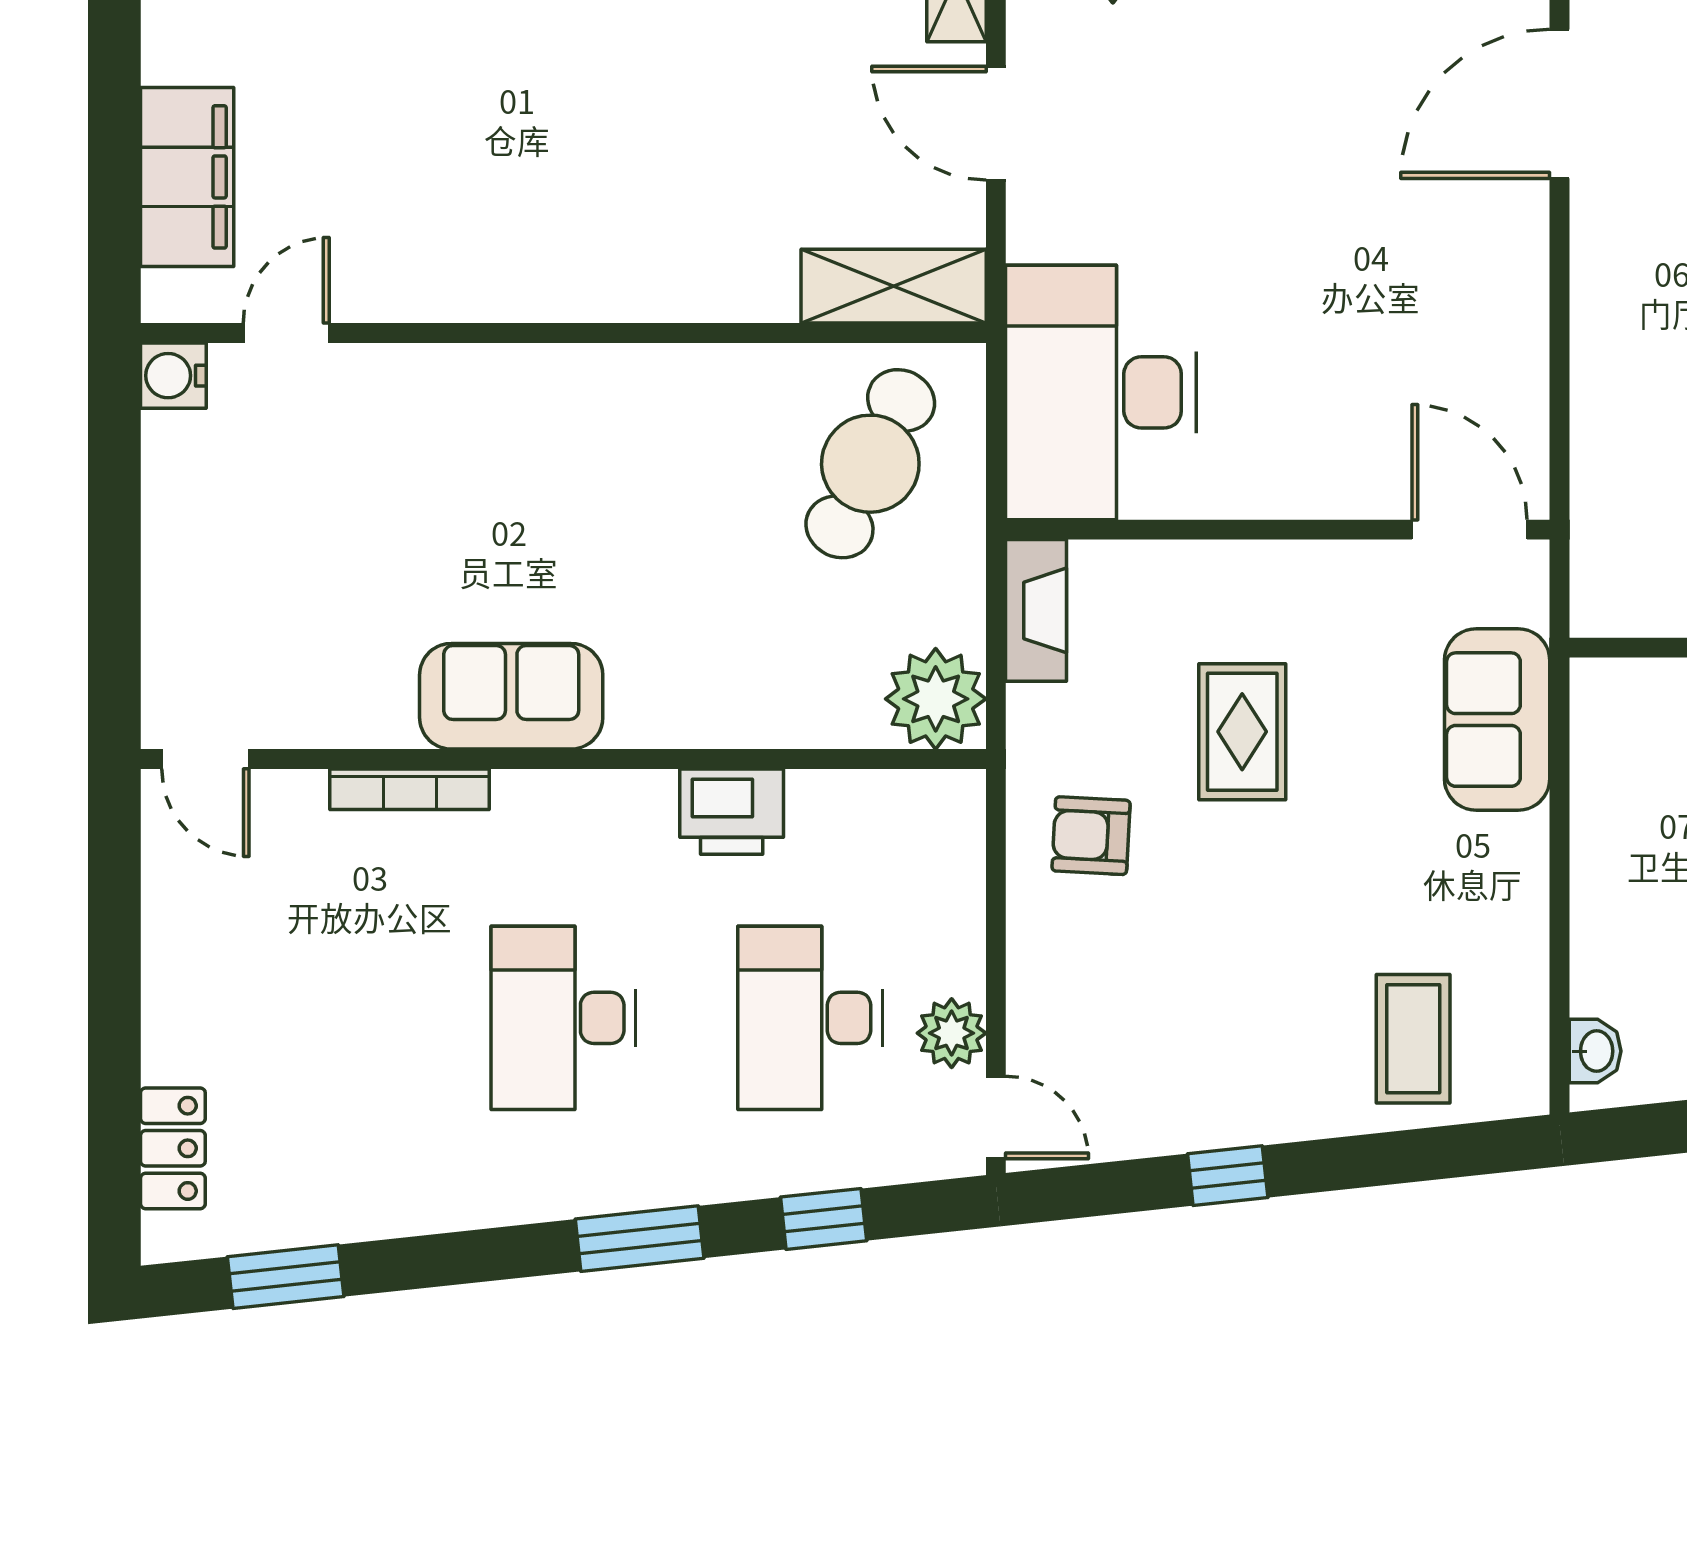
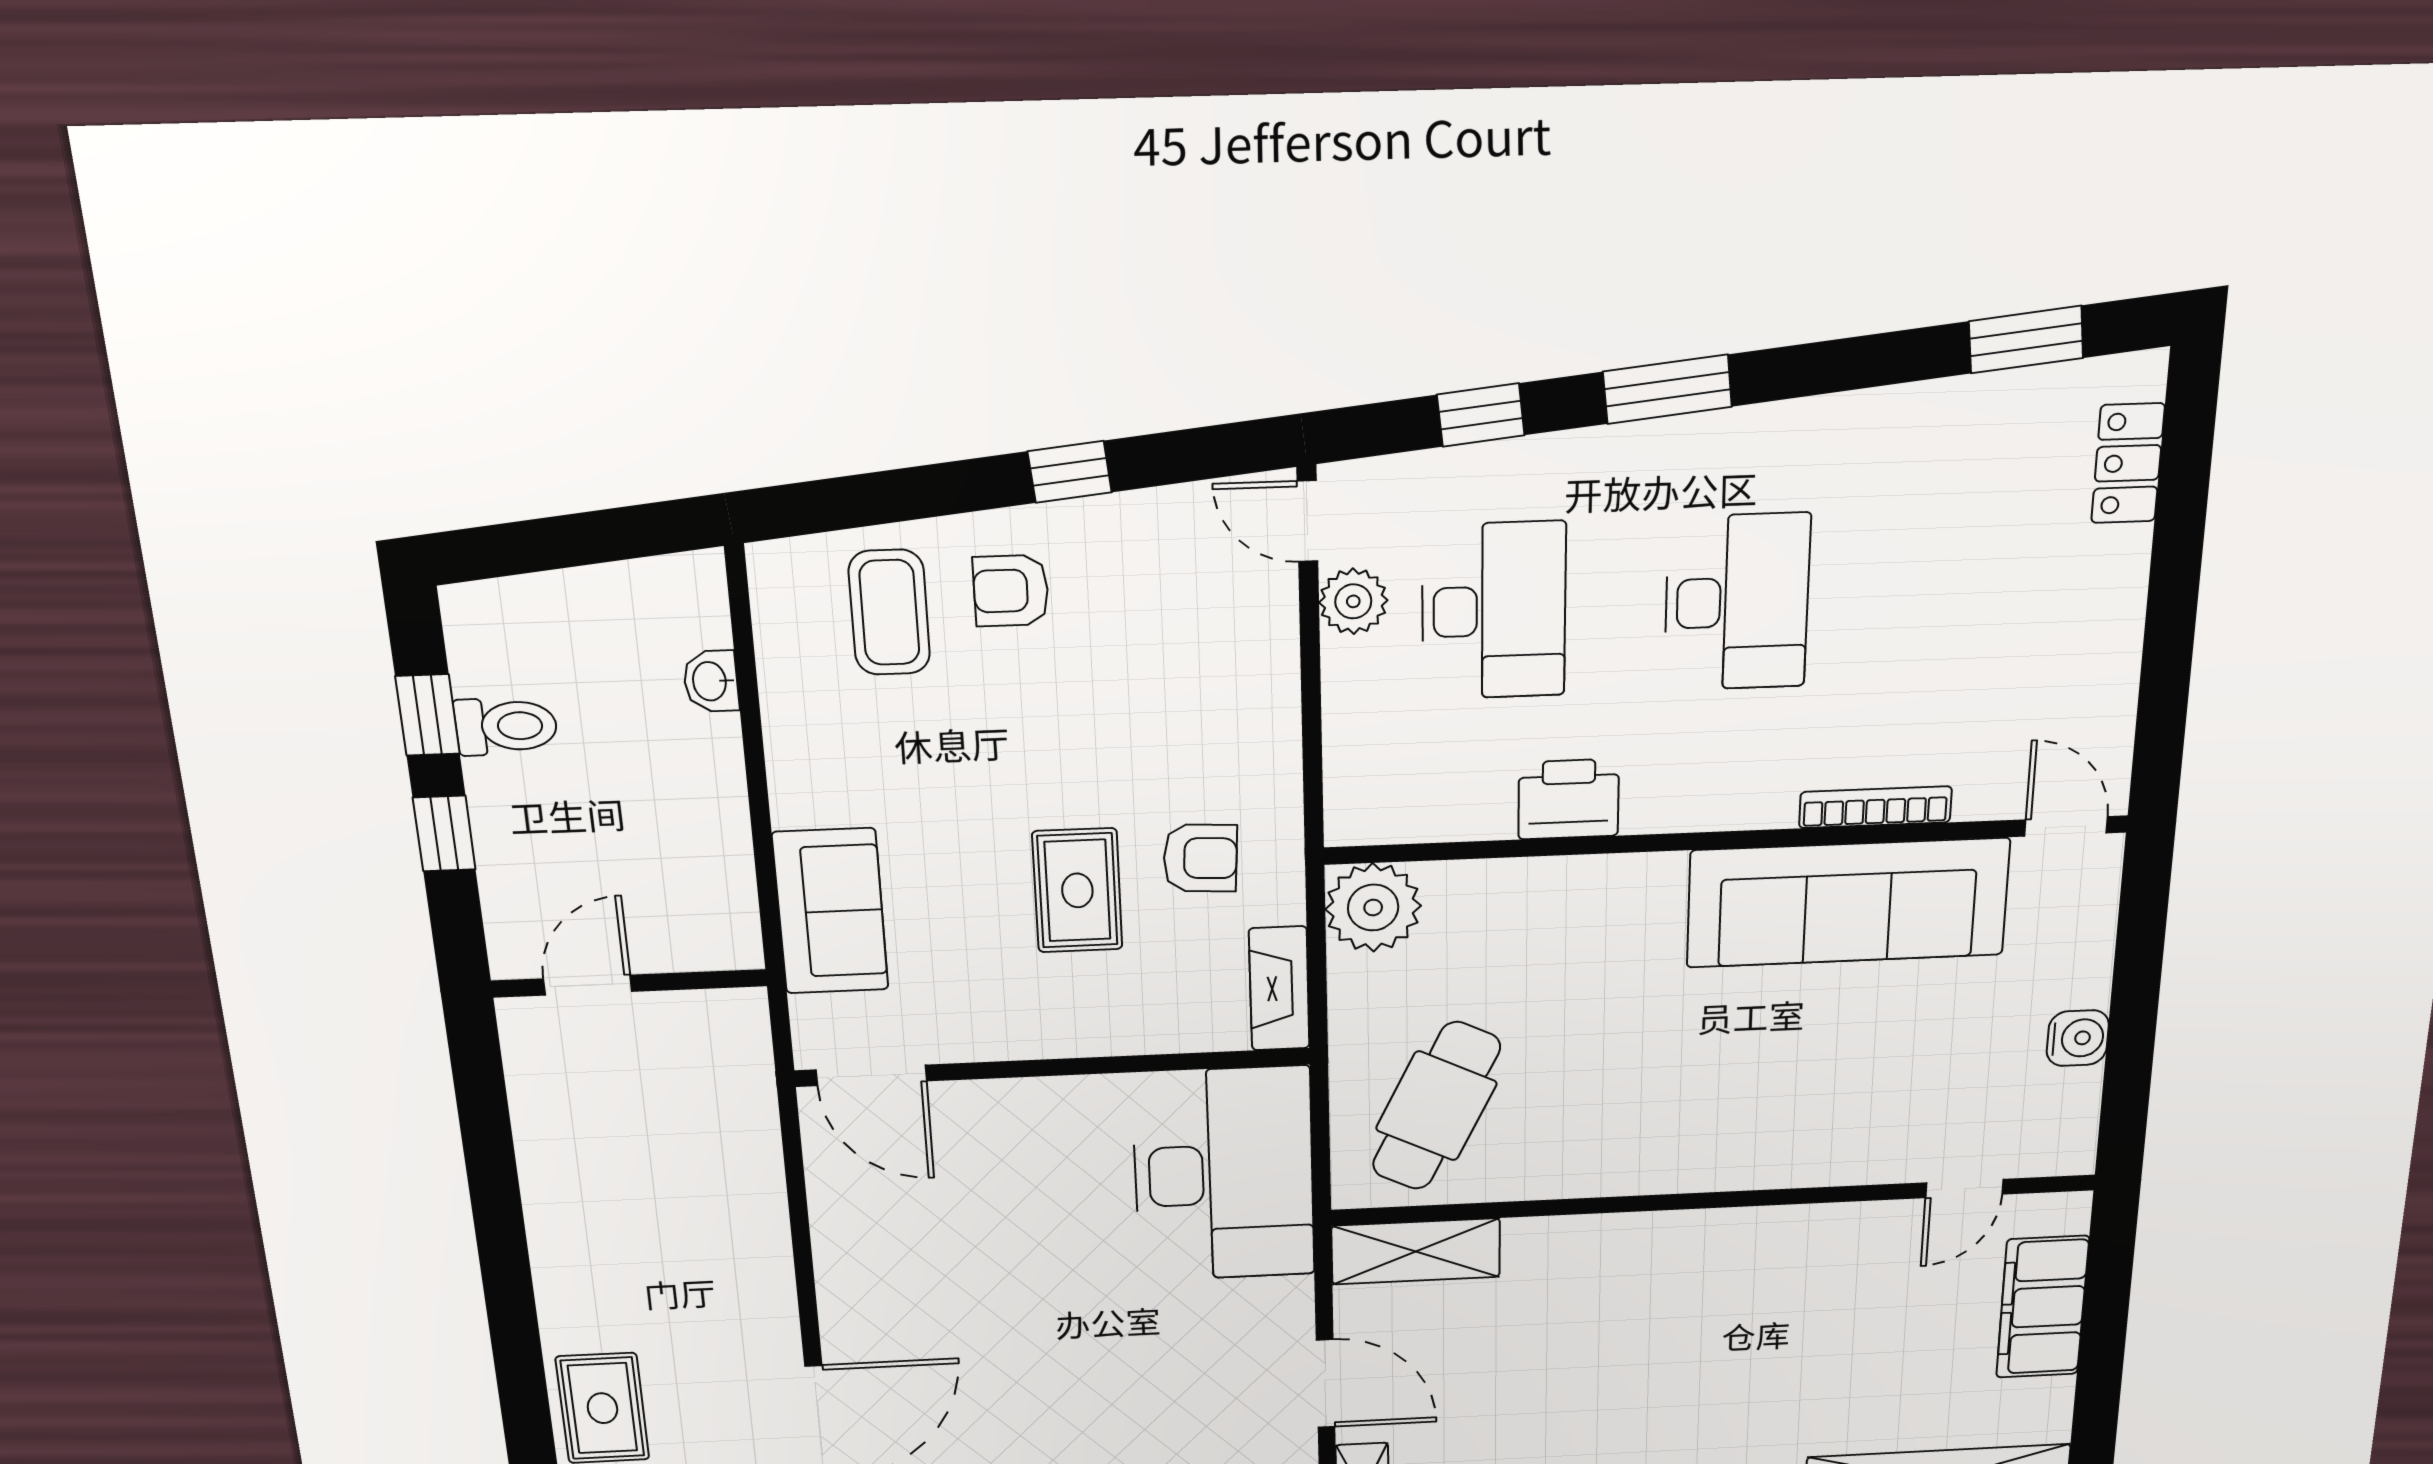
water cooler: (173, 376) -> (2078, 1038), moved
sofa: (511, 696) -> (1848, 903), width x1.85, depth x1.27
armchair: (1091, 836) -> (1200, 858), moved
washbasin: (1595, 1051) -> (711, 681), moved
armchair: (1292, 1057) -> (1011, 591), added

